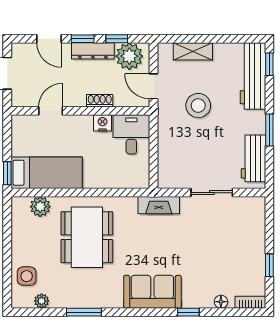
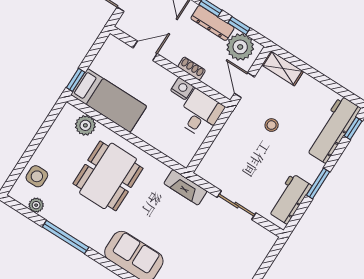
shelving: (193, 51) -> (283, 68), moved
stool: (198, 106) -> (272, 125), width x0.53, depth x0.53
window: (84, 312) -> (66, 237), width x1.44

